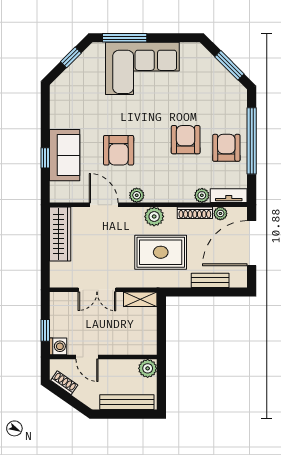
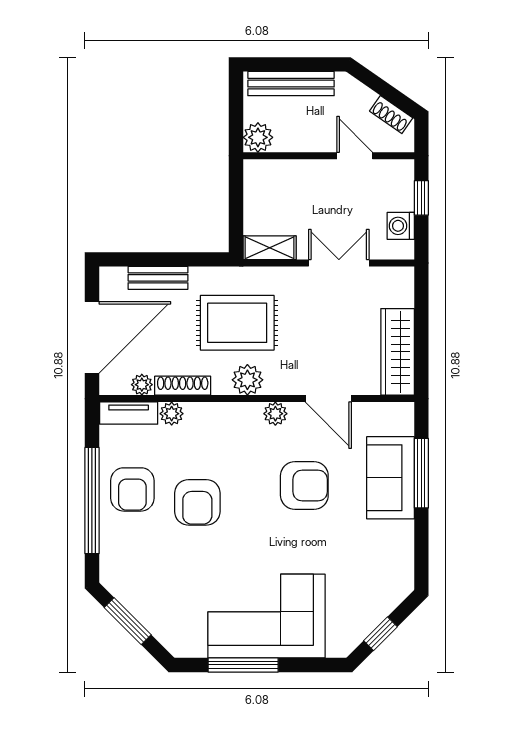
window: (125, 38) -> (243, 665), moved
armchair: (119, 150) -> (304, 486), turned 90
window: (45, 158) -> (421, 473), width x2.17
washing machine: (58, 346) -> (401, 226), moved

